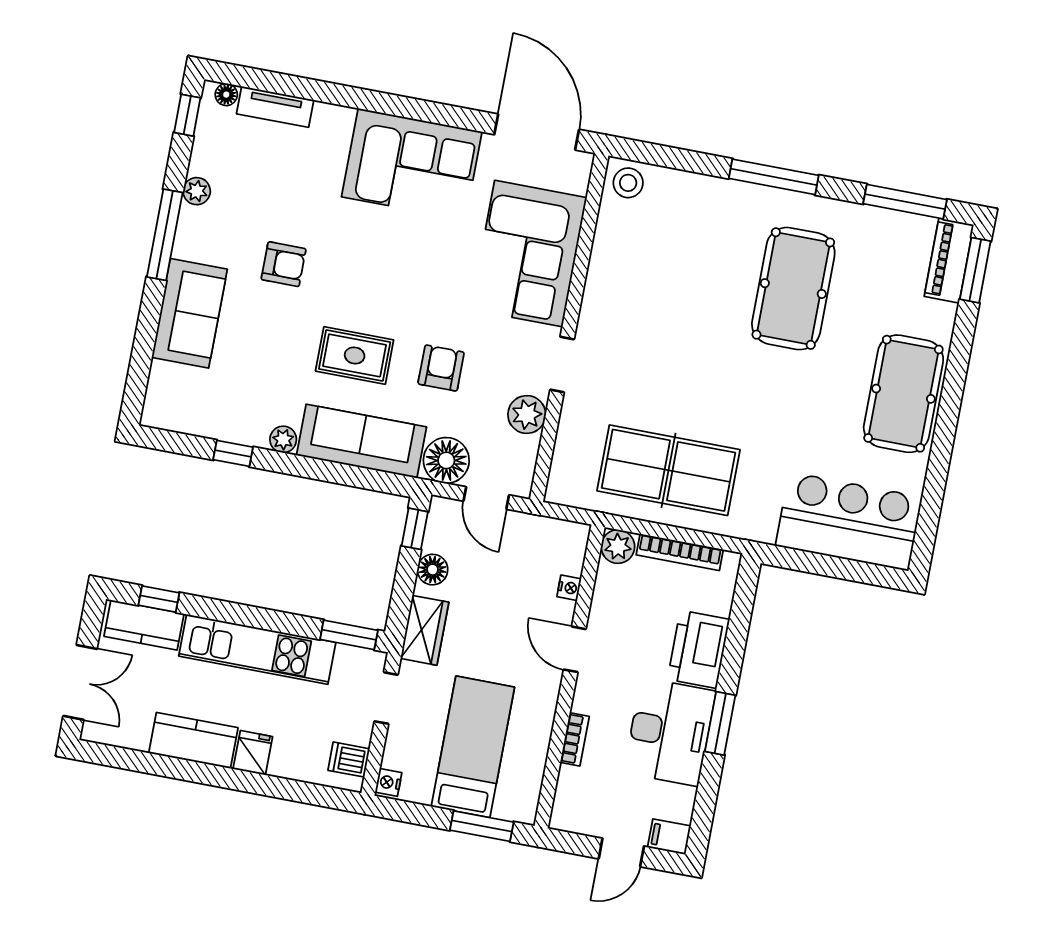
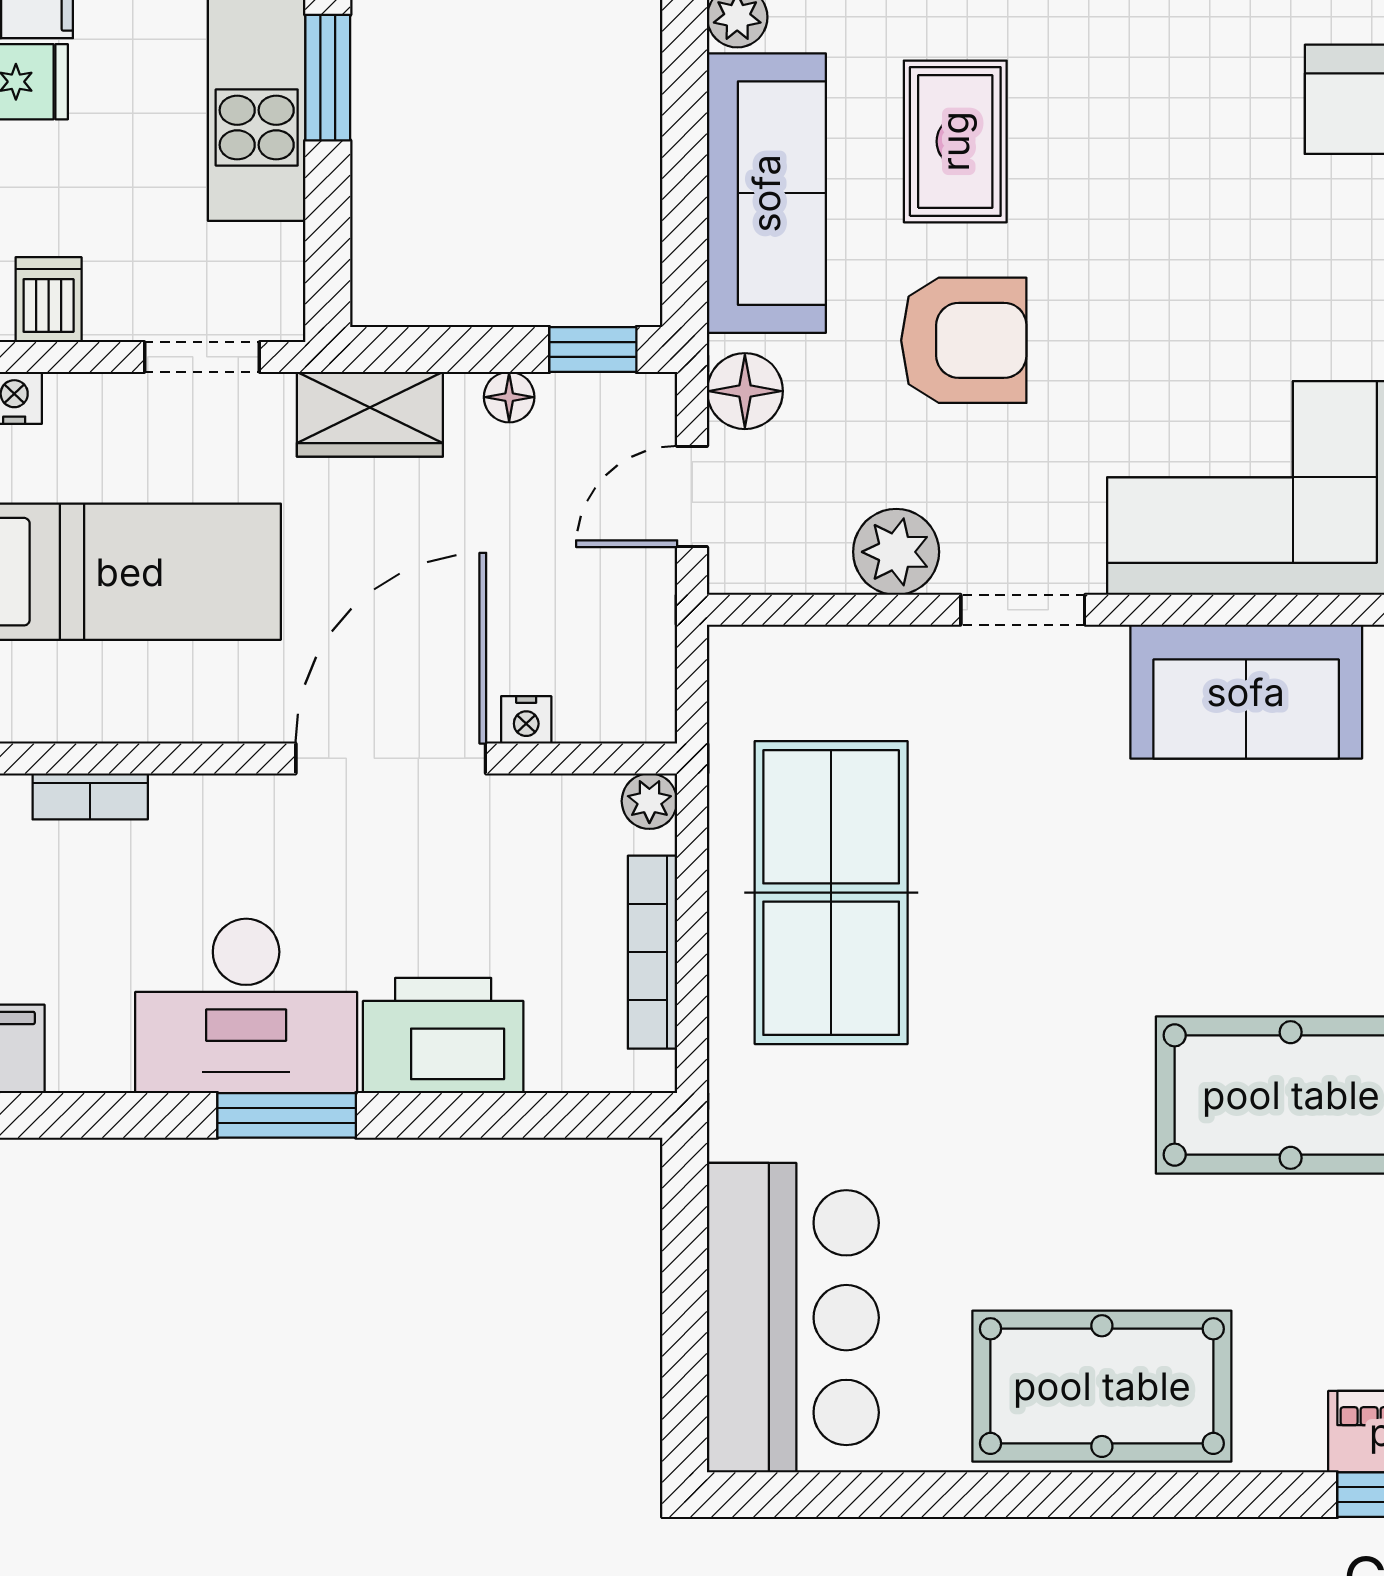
sofa: (616, 275) -> (1246, 692), added
armchair: (441, 368) -> (964, 340), width x1.38, depth x1.38
floor lamp: (446, 460) -> (745, 391), width x0.73, depth x0.73
plant: (618, 547) -> (649, 801), width x0.73, depth x0.73
floor lamp: (433, 570) -> (509, 397), width x0.73, depth x0.73
window: (349, 635) -> (328, 78), moved
door: (575, 649) -> (391, 758), width x1.87
bookcase: (575, 739) -> (90, 796), moved

